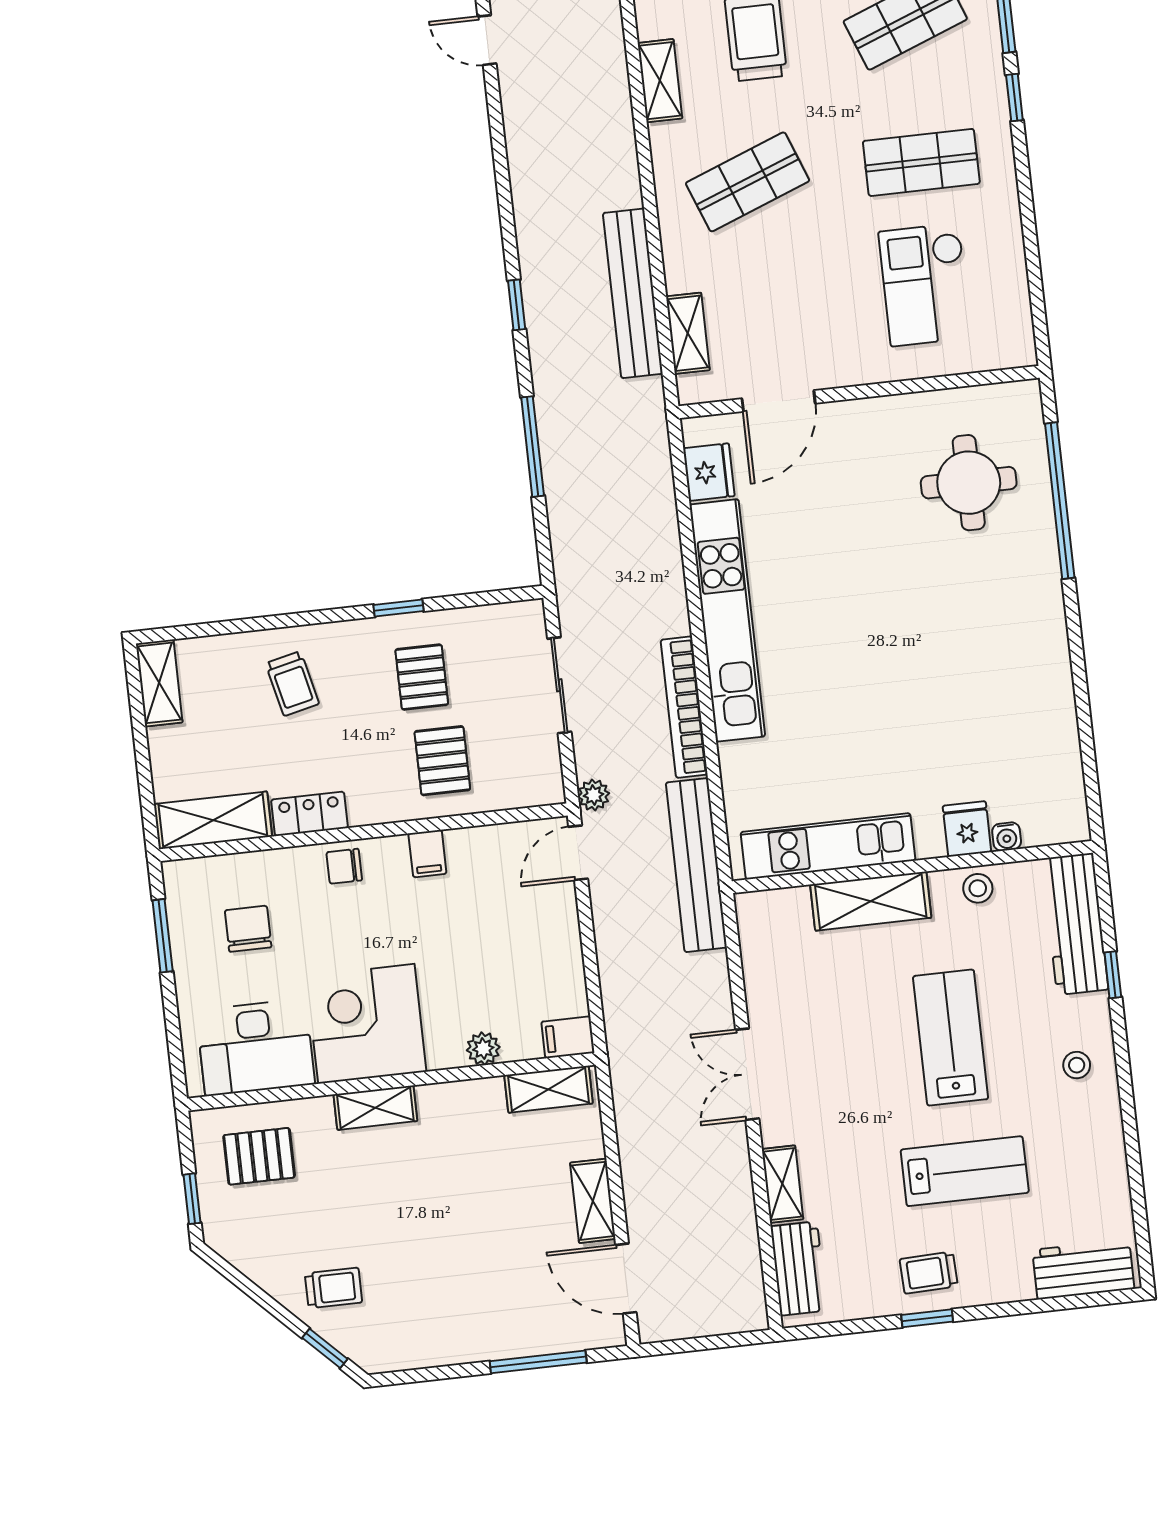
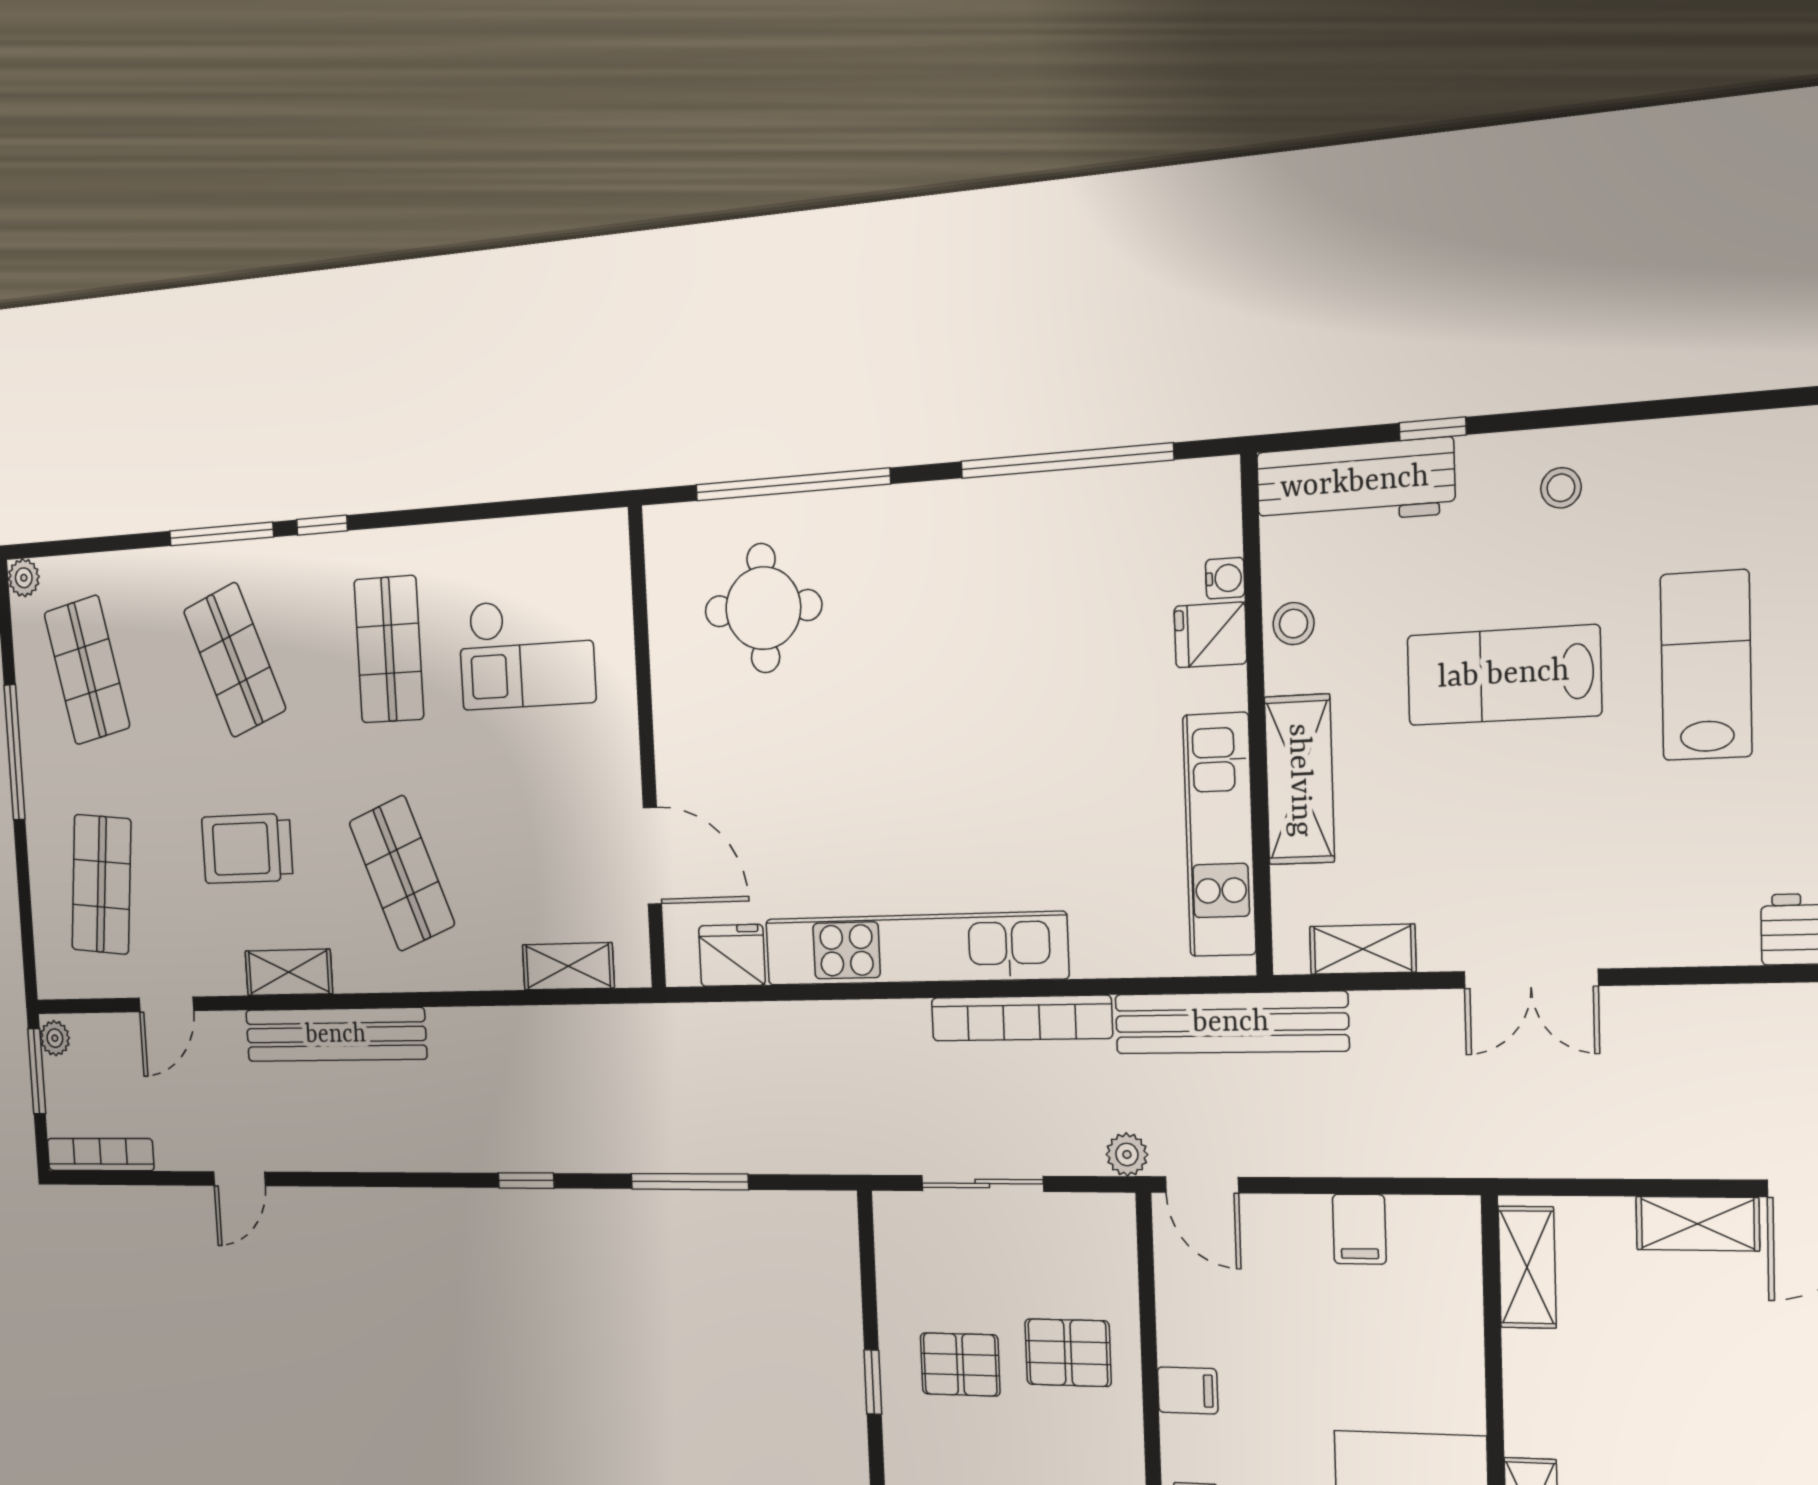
bench: (633, 293) -> (336, 1035), moved
window: (1084, 713) -> (1066, 461), added
filing cabinet: (568, 1037) -> (1359, 1229), moved
plant: (483, 1049) -> (1461, 1352), removed
shelving: (782, 1184) -> (1363, 949), moved

